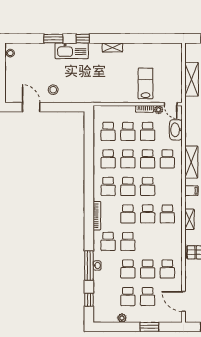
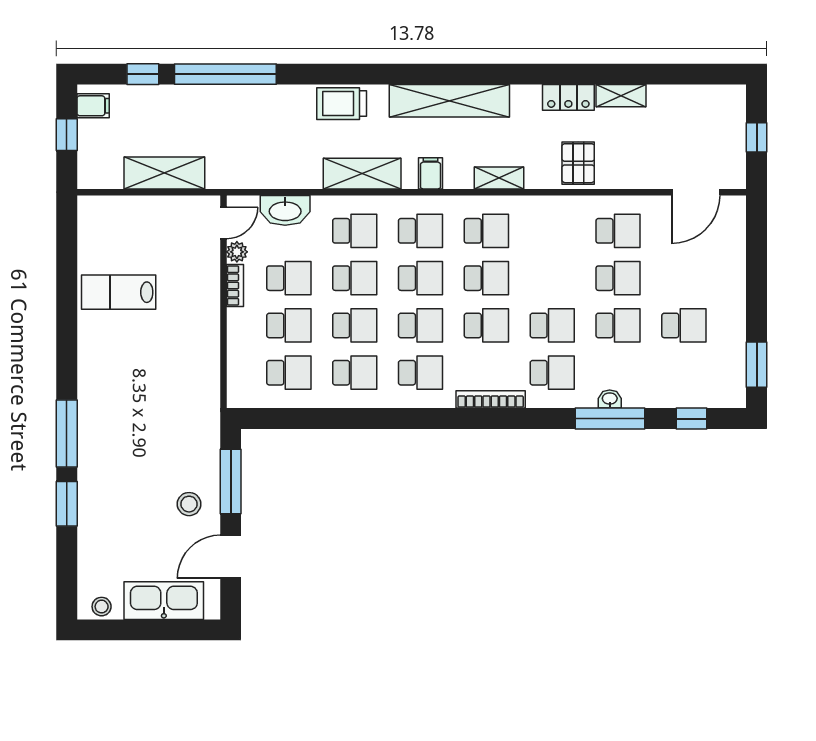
window: (83, 39) -> (67, 434), width x2.17
shelving: (112, 47) -> (88, 362), removed
kitchen sink: (72, 51) -> (164, 601), moved, turned -90
lab bench: (146, 83) -> (119, 292), moved
window: (63, 107) -> (231, 481), added
school desk: (148, 296) -> (421, 231), moved
plant: (122, 318) -> (735, 340), removed
window: (149, 327) -> (757, 365), moved

